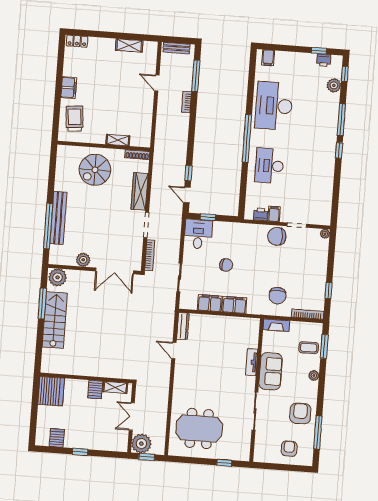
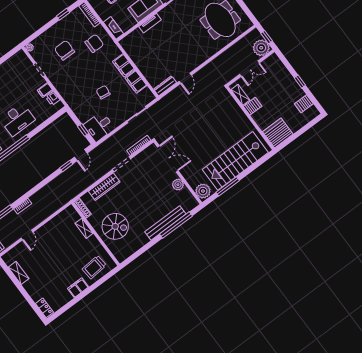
chair: (277, 236) -> (65, 50), moved, turned 180
stairs: (55, 320) -> (235, 161), width x1.36, depth x1.51

